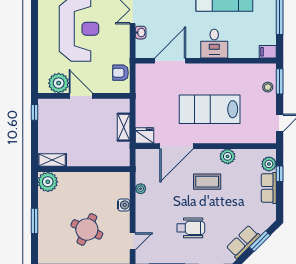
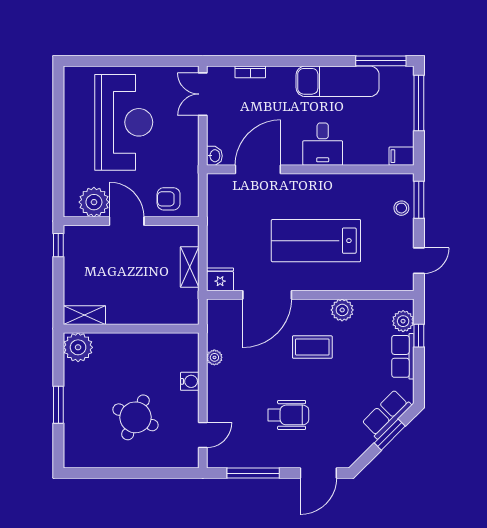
washbasin: (141, 33) -> (214, 156), moved
armchair: (121, 73) -> (169, 199), moved
row of seats: (243, 242) -> (387, 414), moved

